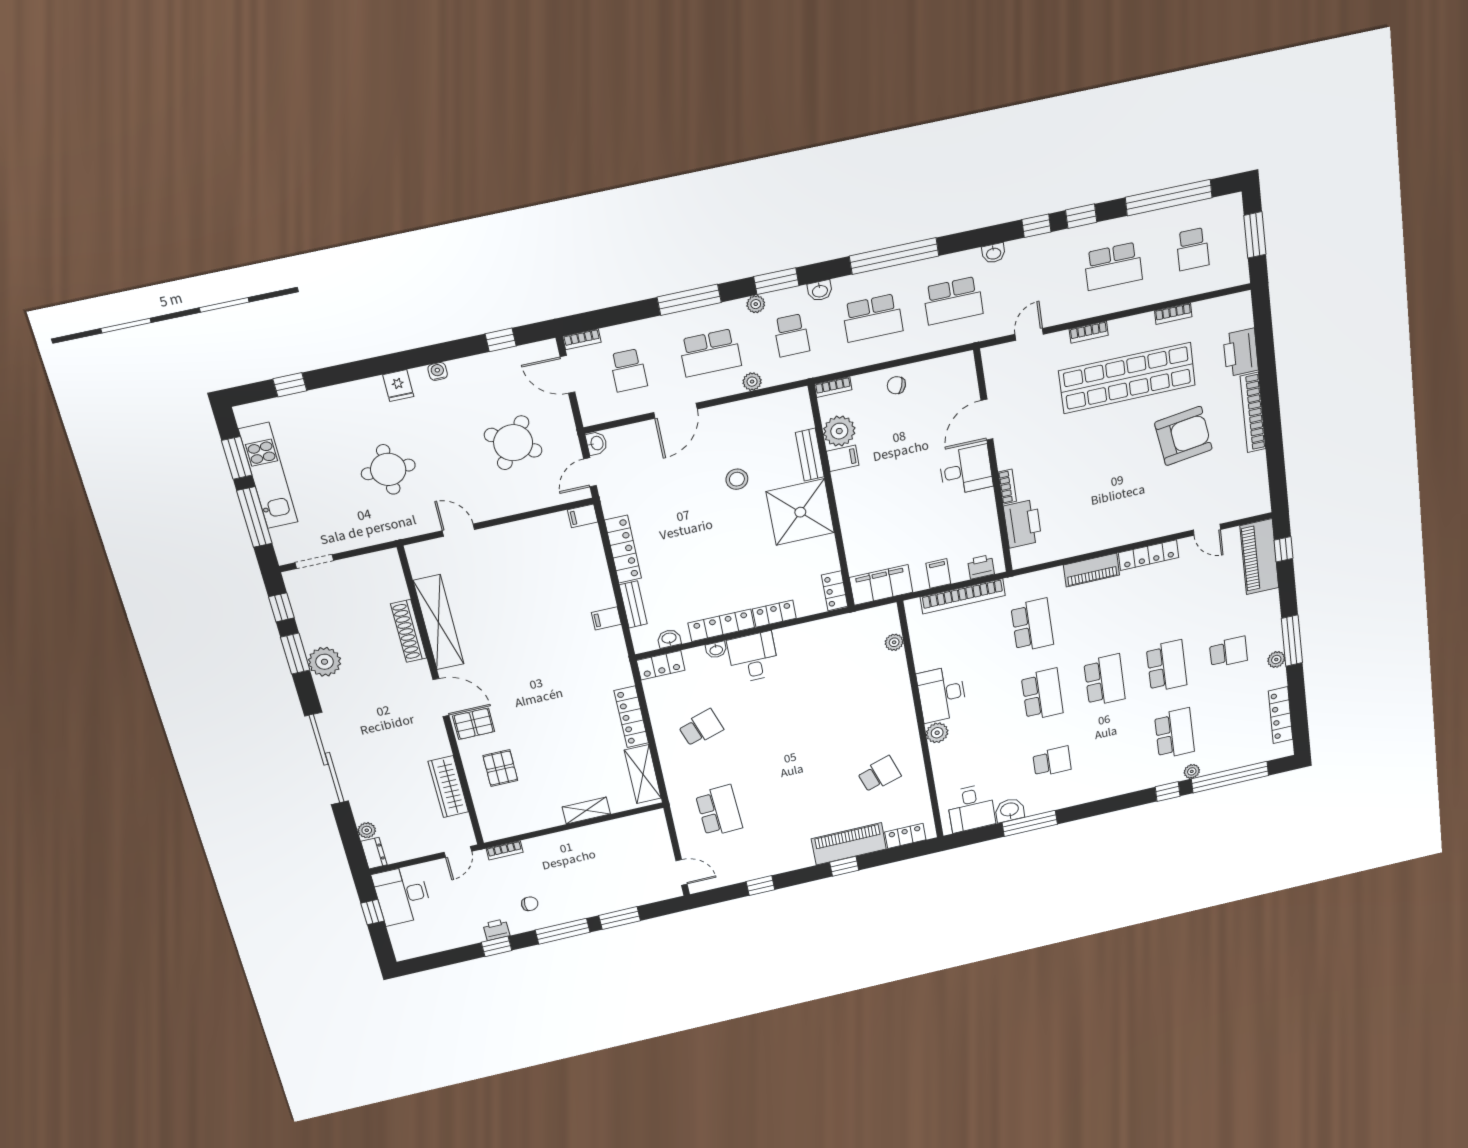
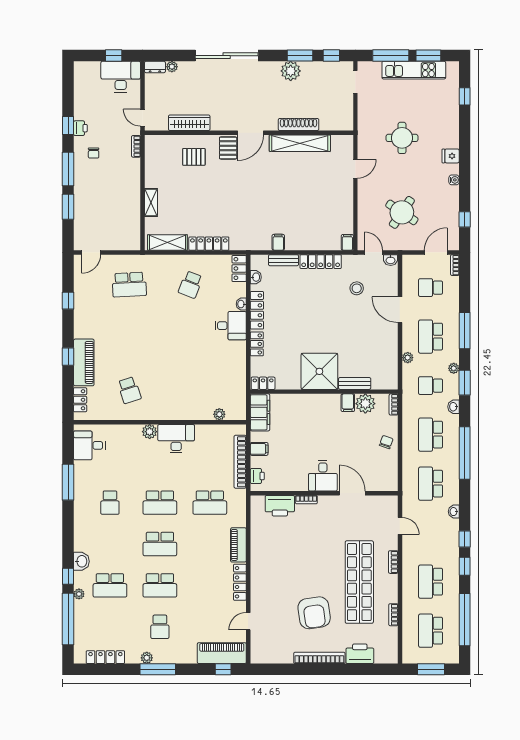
school desk: (1193, 249) -> (431, 631), width x1.85
stool: (737, 479) -> (357, 288), moved
school desk: (701, 728) -> (190, 285), turned 39
washbasin: (1010, 810) -> (81, 561), moved

